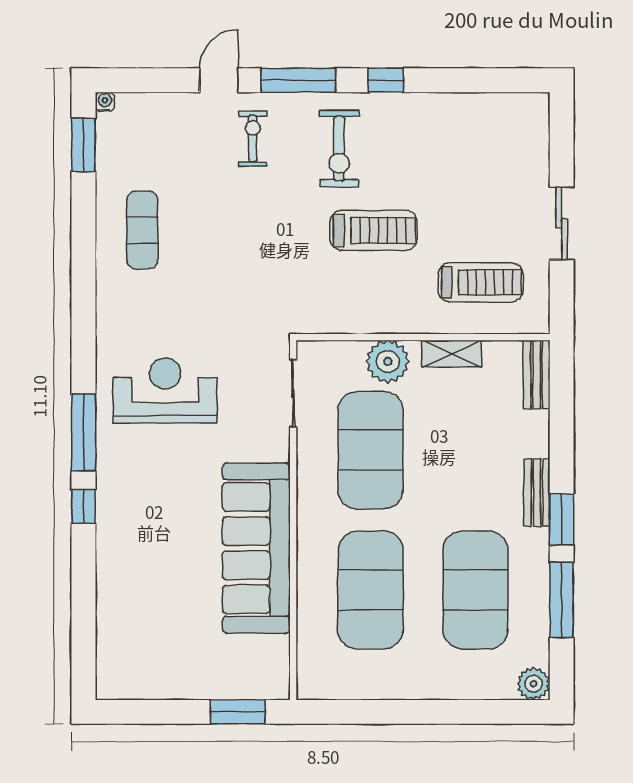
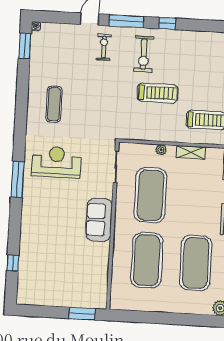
exercise mat: (142, 230) -> (54, 104), moved
plant: (388, 362) -> (161, 150), width x0.53, depth x0.53
window: (84, 506) -> (13, 263), moved
sofa: (256, 548) -> (99, 220), width x0.54, depth x0.79

